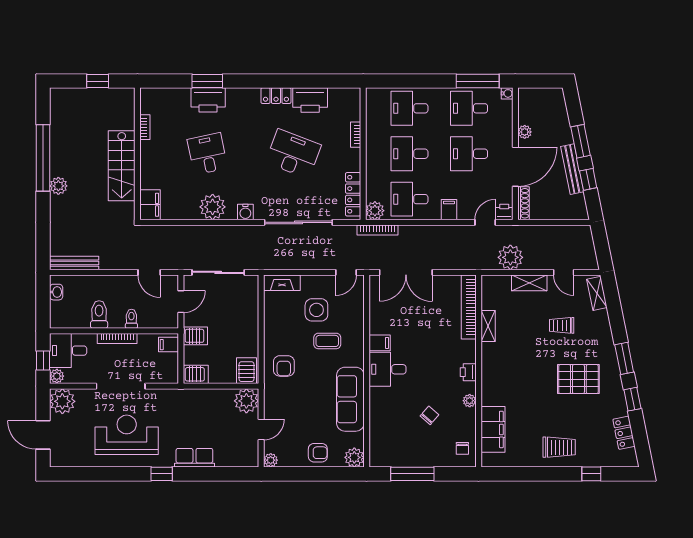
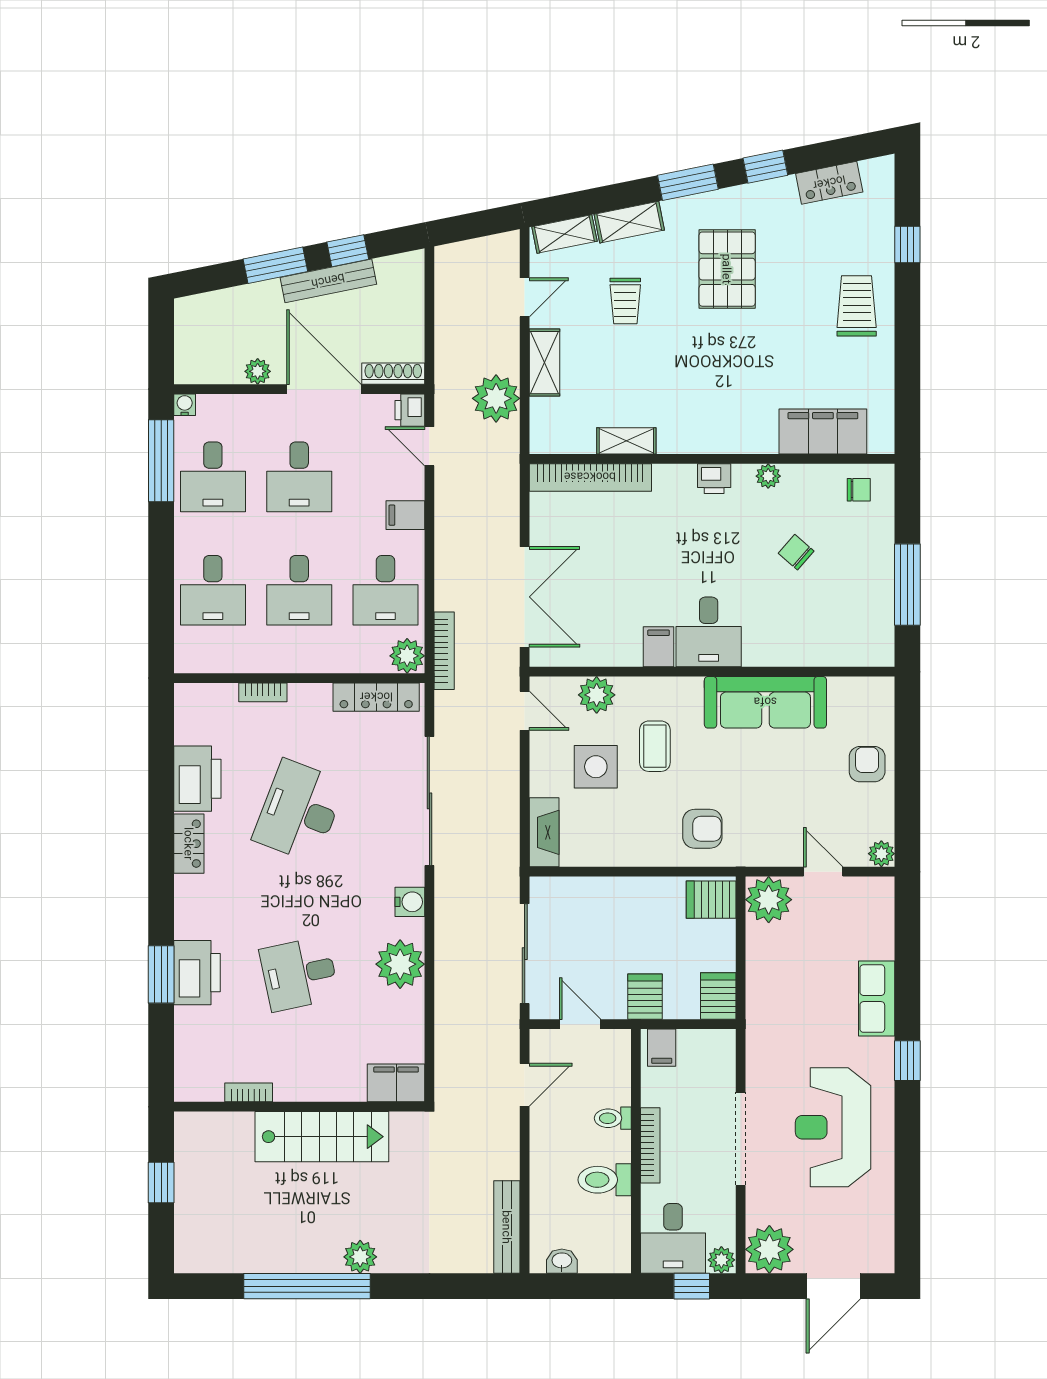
shelving: (603, 327) -> (629, 222), added
plant: (354, 457) -> (597, 695), moved

